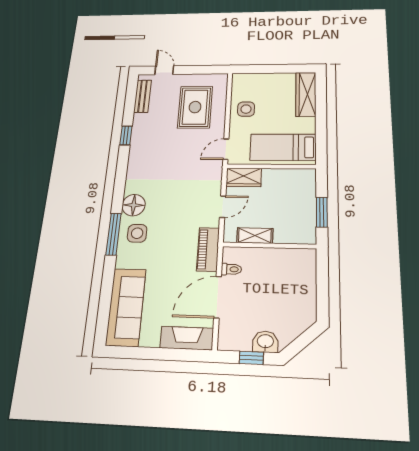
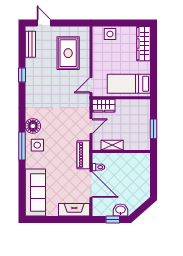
side table: (246, 109) -> (110, 34), moved
door: (218, 297) -> (91, 185), swing flipped

